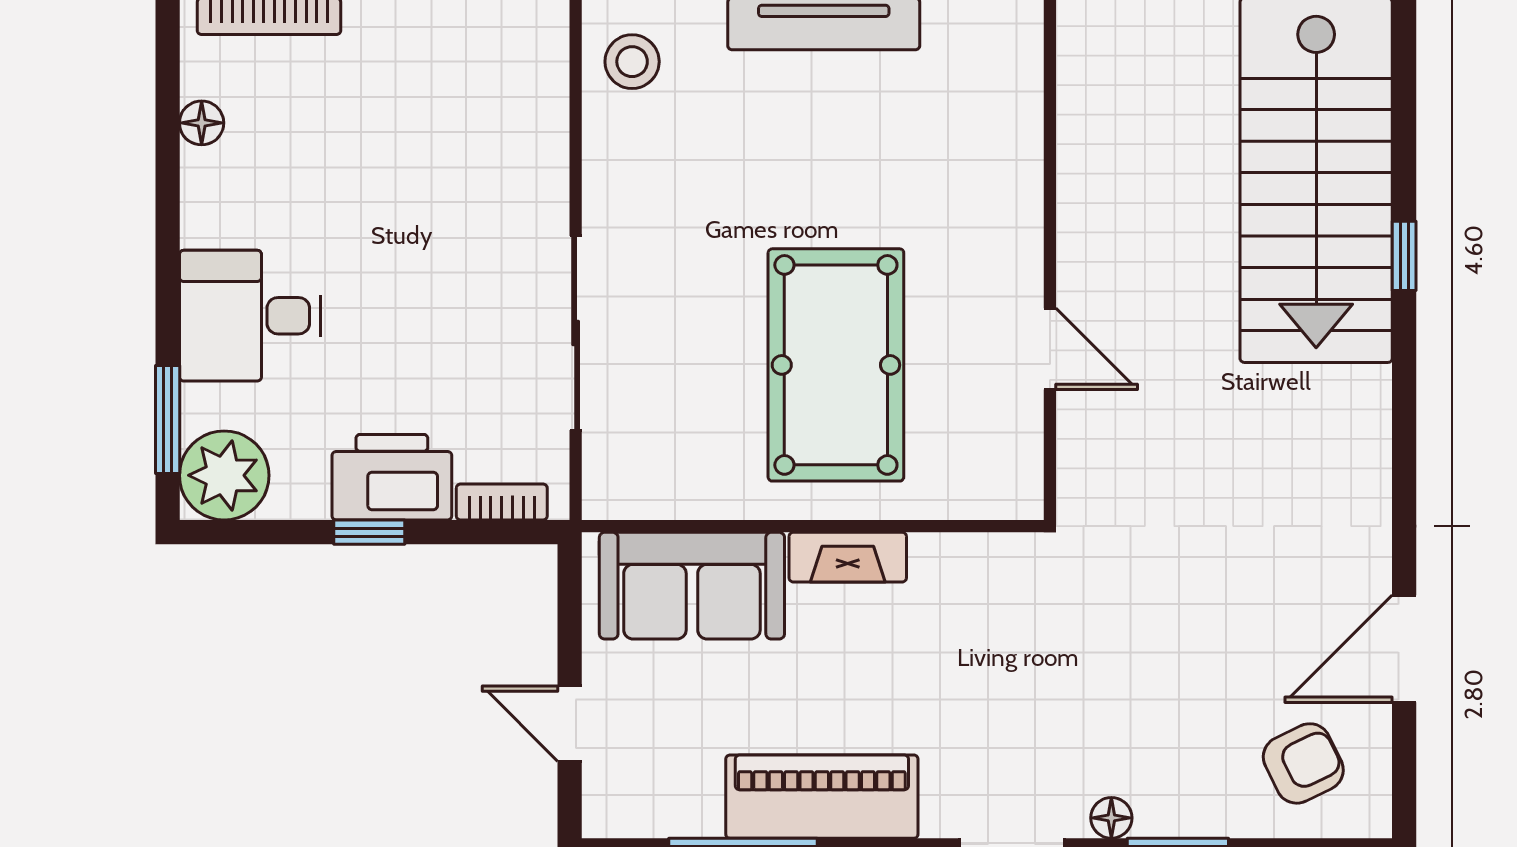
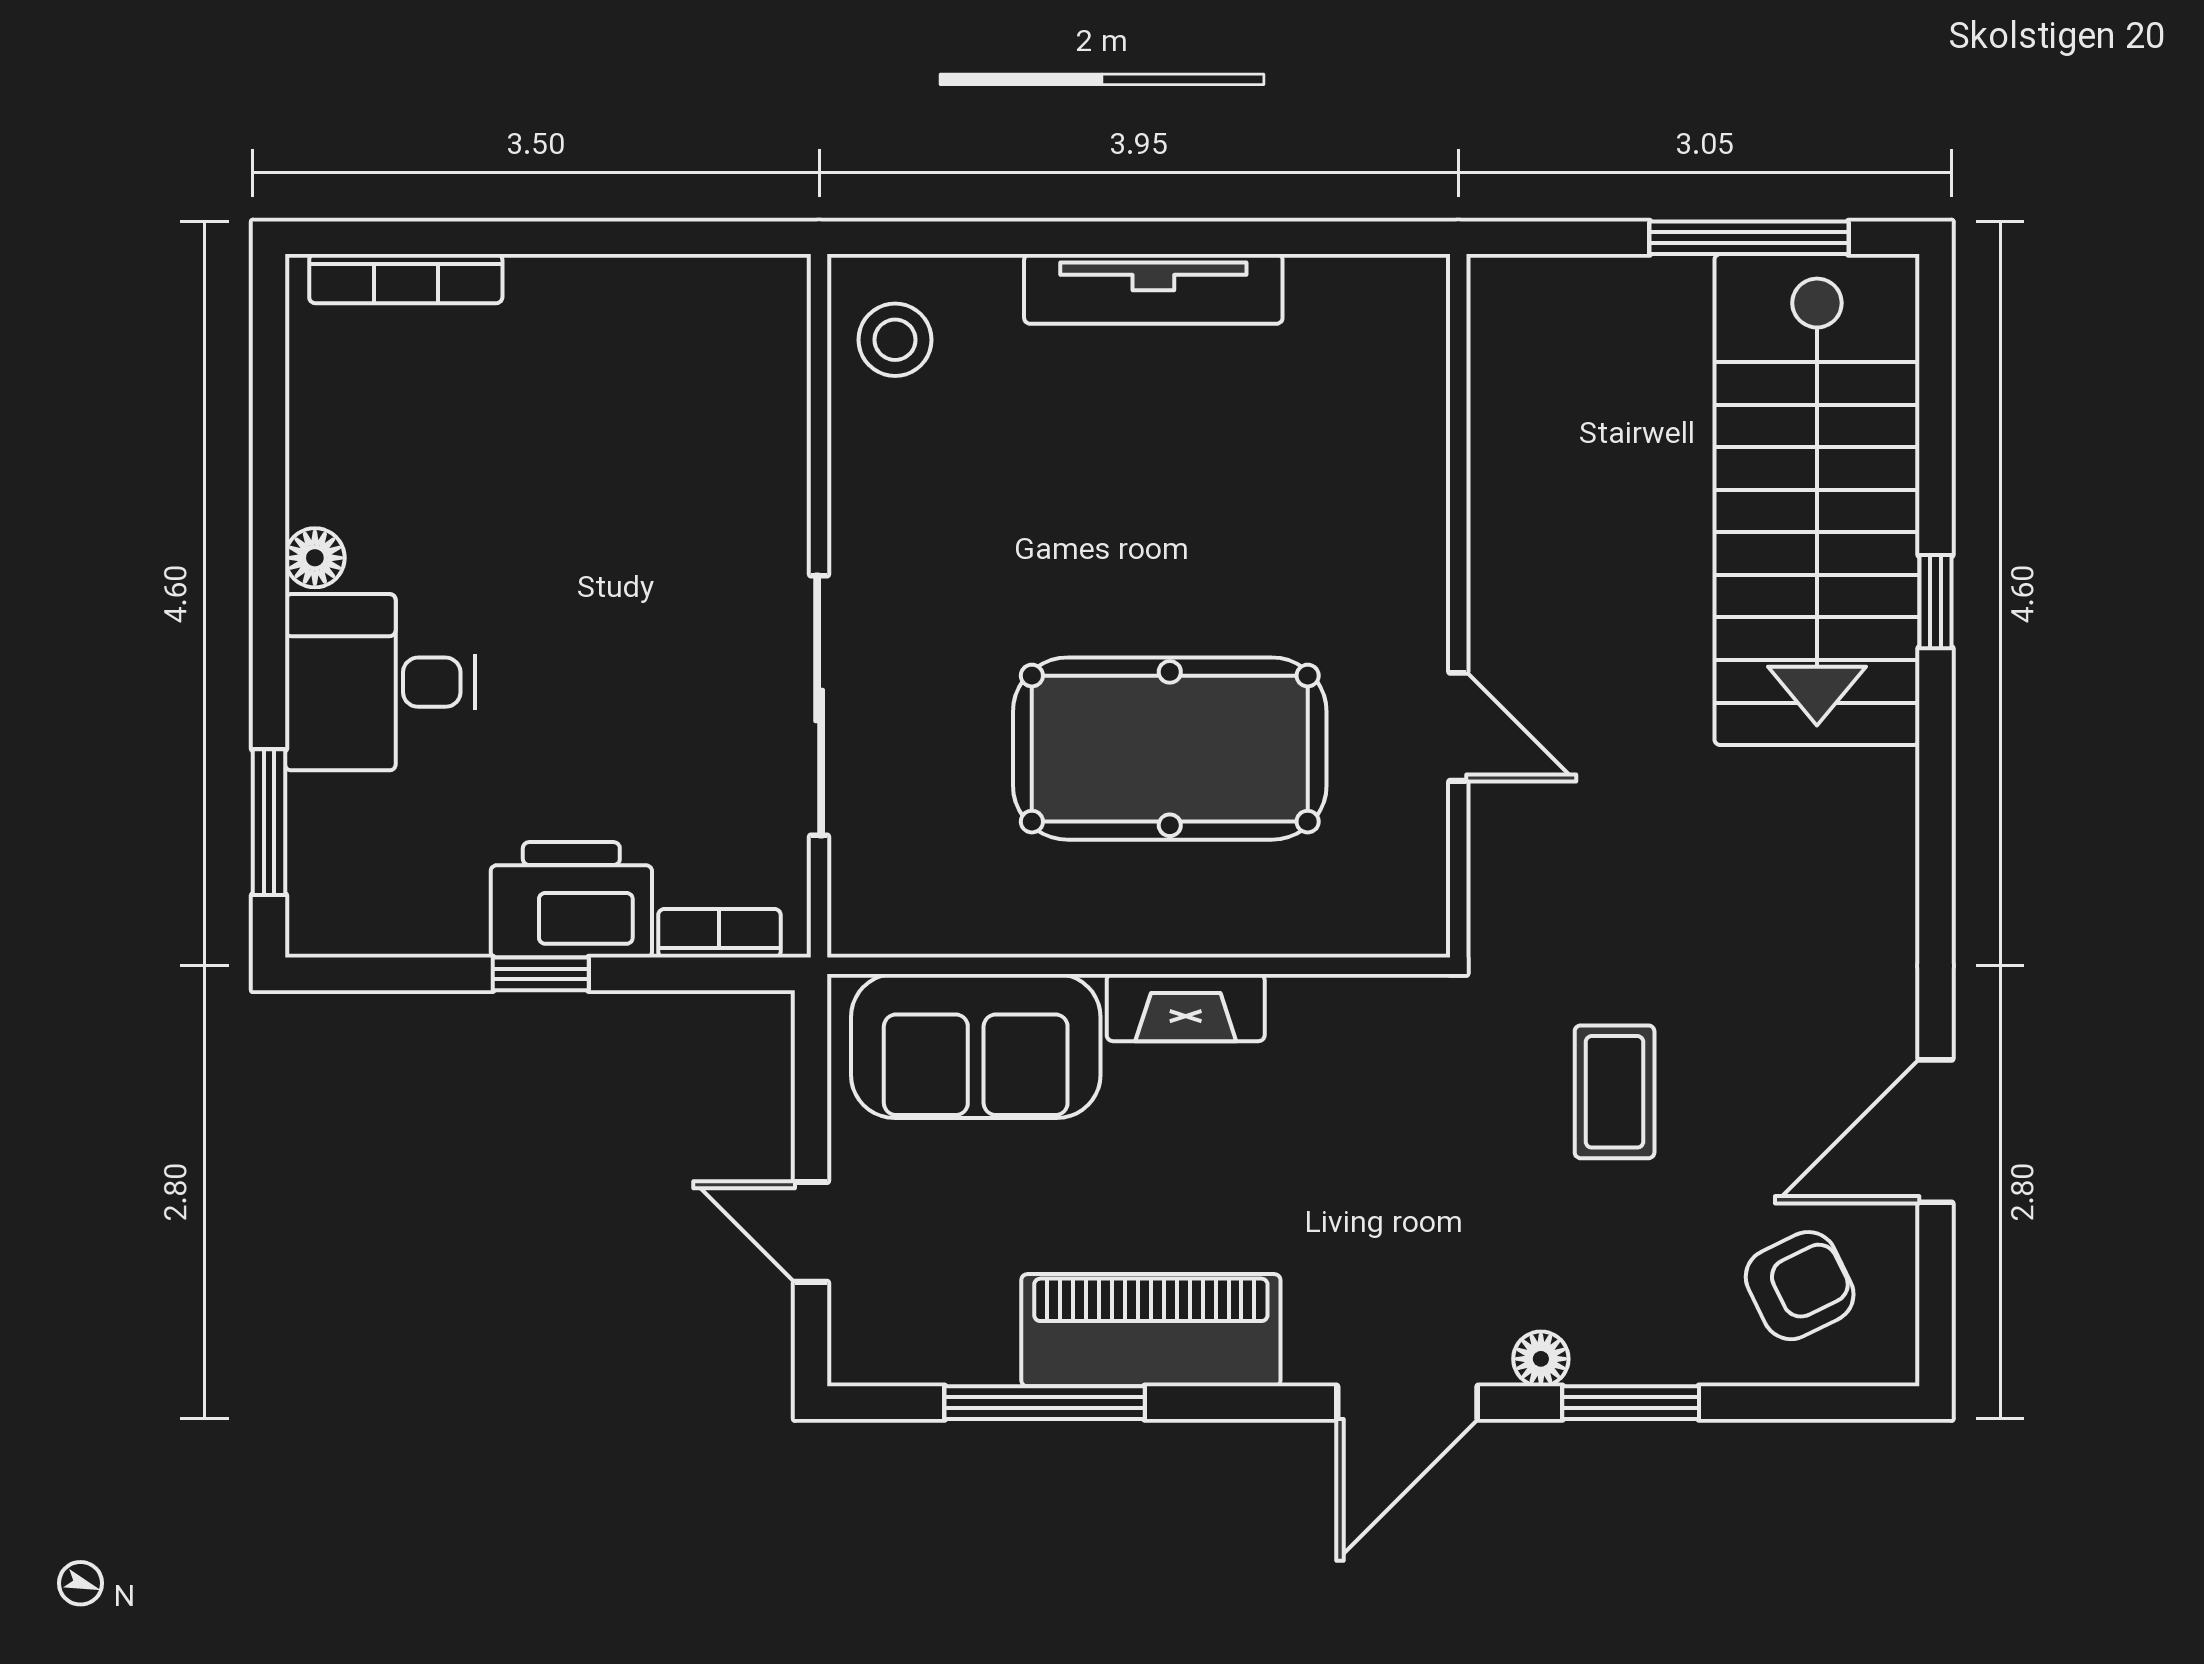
floor lamp: (202, 123) -> (315, 558), moved
pool table: (836, 365) -> (1170, 749), turned 90
plant: (224, 475) -> (345, 898), removed
coffee table: (1166, 620) -> (1615, 1092), added

